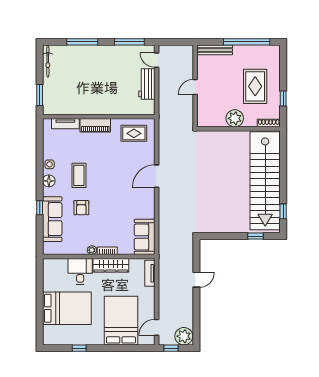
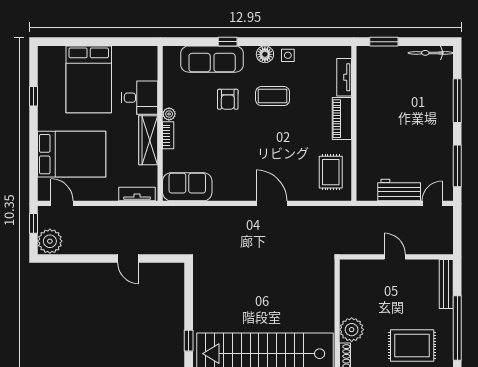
rug: (255, 86) -> (412, 346), moved
plant: (235, 118) -> (352, 330), moved
armchair: (81, 208) -> (228, 99), turned -90

